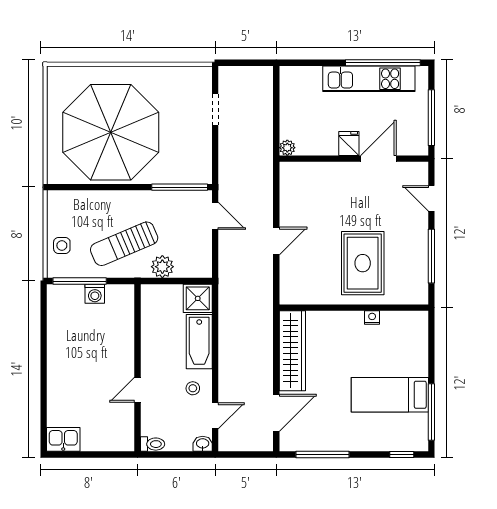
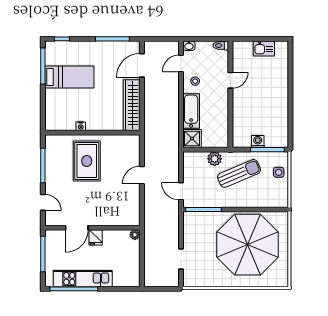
kitchen sink: (63, 439) -> (264, 48), moved

